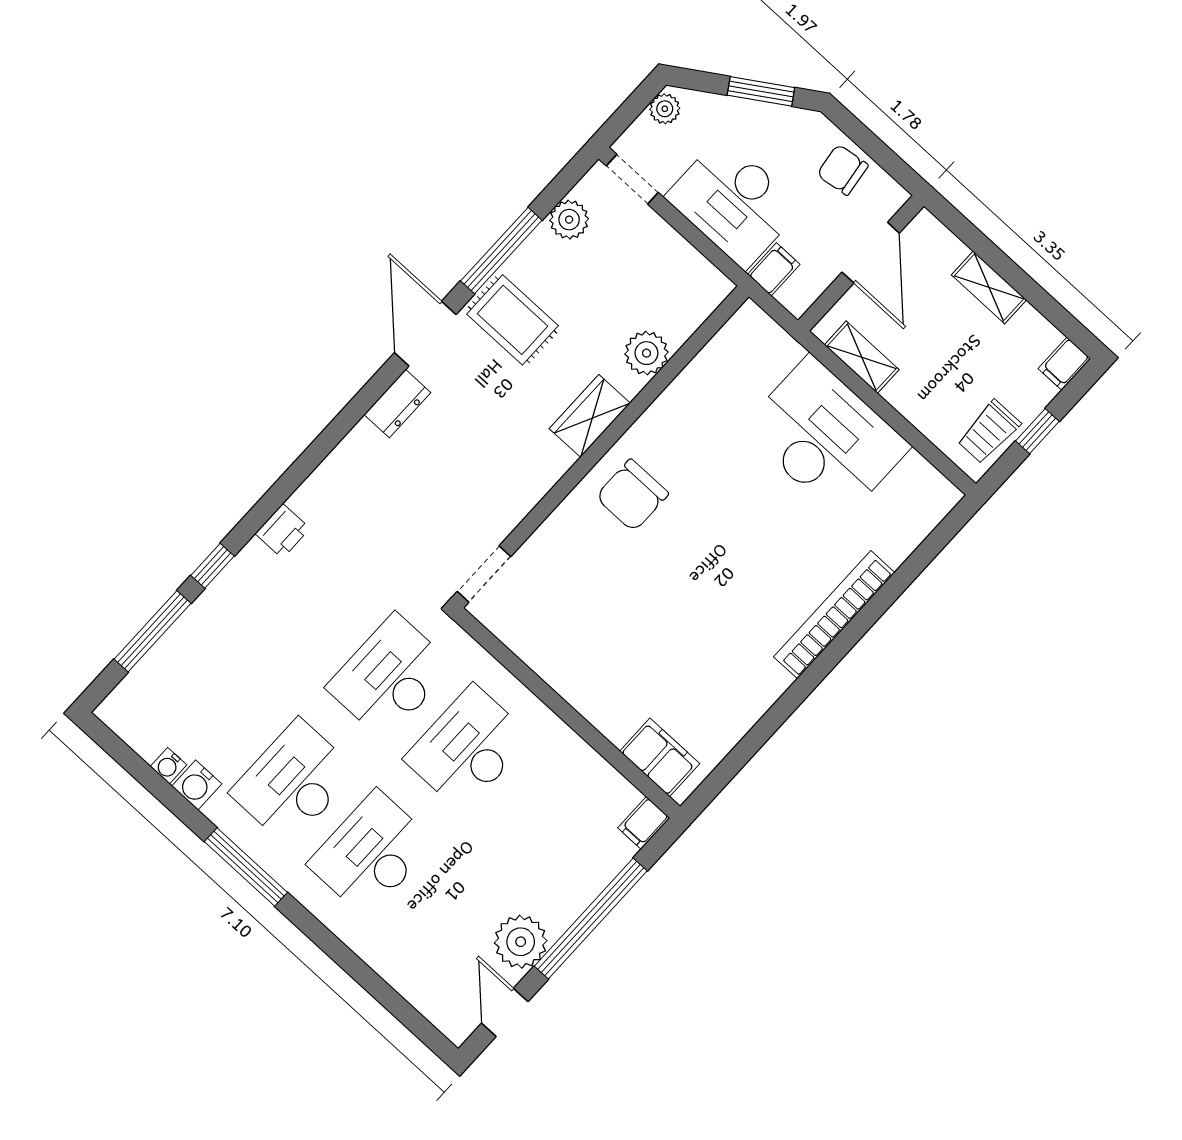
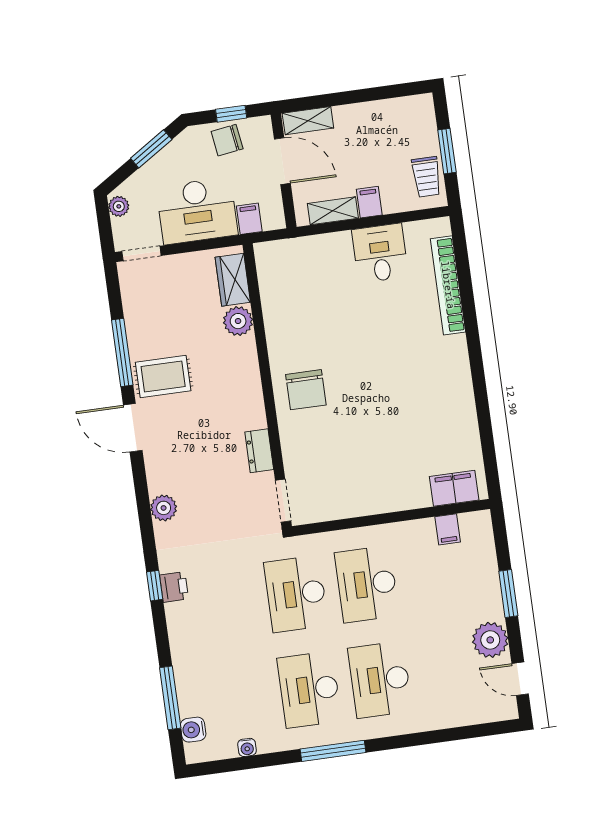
window: (877, 150) -> (231, 114), added
plant: (569, 220) -> (164, 508), moved
shelving: (989, 287) -> (308, 121), moved
filing cabinet: (1064, 364) -> (369, 202), moved, turned 180
dresser: (397, 404) -> (259, 451), moved, turned 180
wardrobe: (590, 416) -> (233, 280), moved
window: (1037, 431) -> (447, 151), width x1.50
desk: (826, 438) -> (380, 253), width x0.53, depth x0.77
window: (213, 566) -> (155, 586), moved
bookcase: (834, 615) -> (448, 285), moved
water cooler: (197, 785) -> (193, 730), moved, turned 90
filing cabinet: (644, 823) -> (448, 529), moved
window: (591, 919) -> (508, 593), width x0.47

